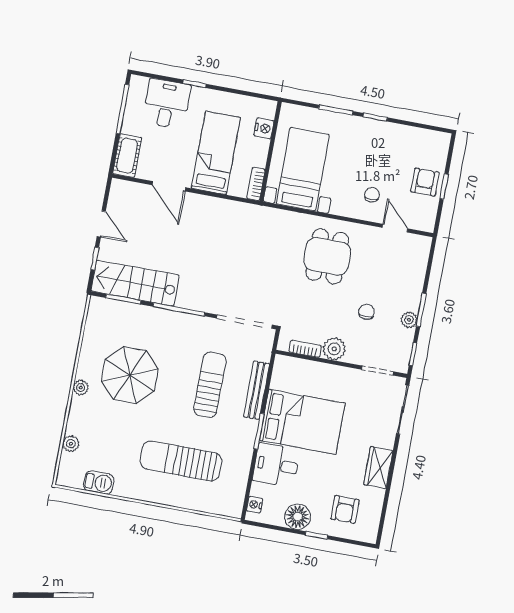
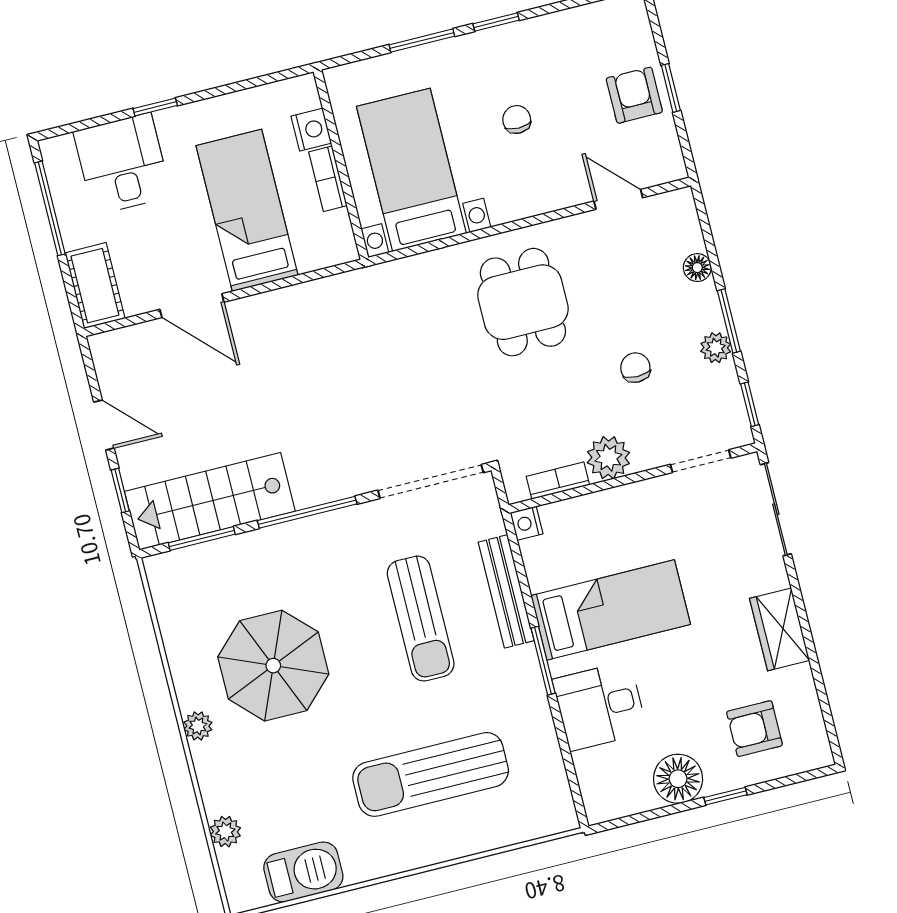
bookcase: (256, 184) -> (328, 179), moved
chair: (372, 195) -> (517, 119), moved
floor lamp: (418, 278) -> (697, 268), added
sun lounger: (210, 385) -> (421, 619), turned 180
bed: (302, 422) -> (611, 610), width x0.67
barbecue: (99, 482) -> (303, 872), width x1.38, depth x1.27
nightstand: (255, 505) -> (527, 523), moved
armchair: (345, 509) -> (755, 729), turned 90

